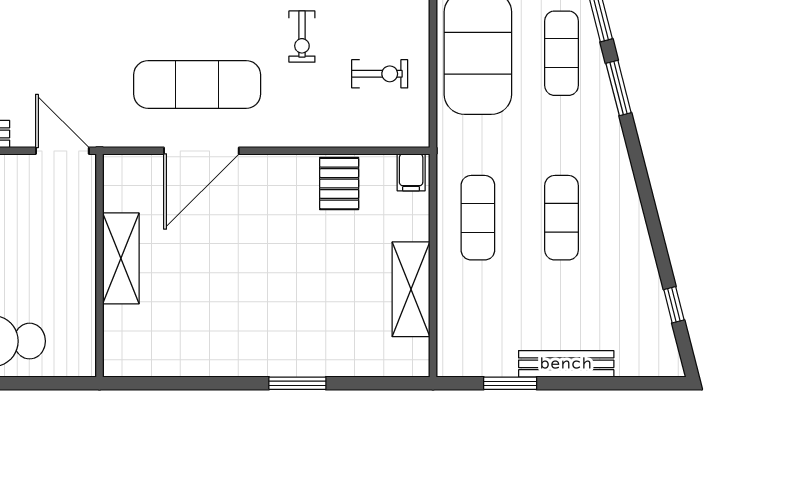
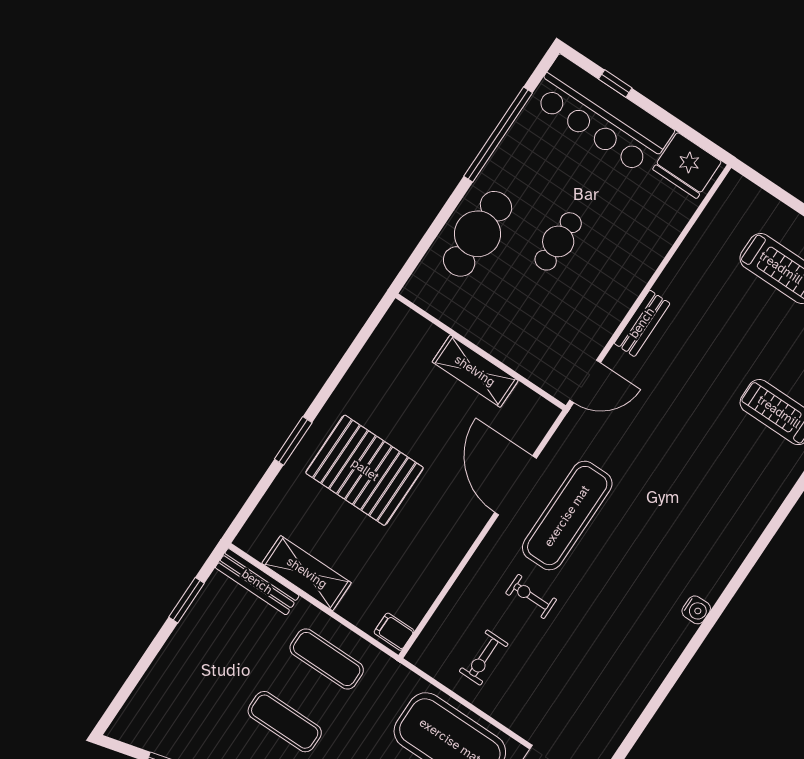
exercise bike: (302, 37) -> (531, 596), moved
pallet: (339, 184) -> (365, 470), moved, width x2.05, depth x2.00
bench: (566, 364) -> (257, 582), moved, turned 90

